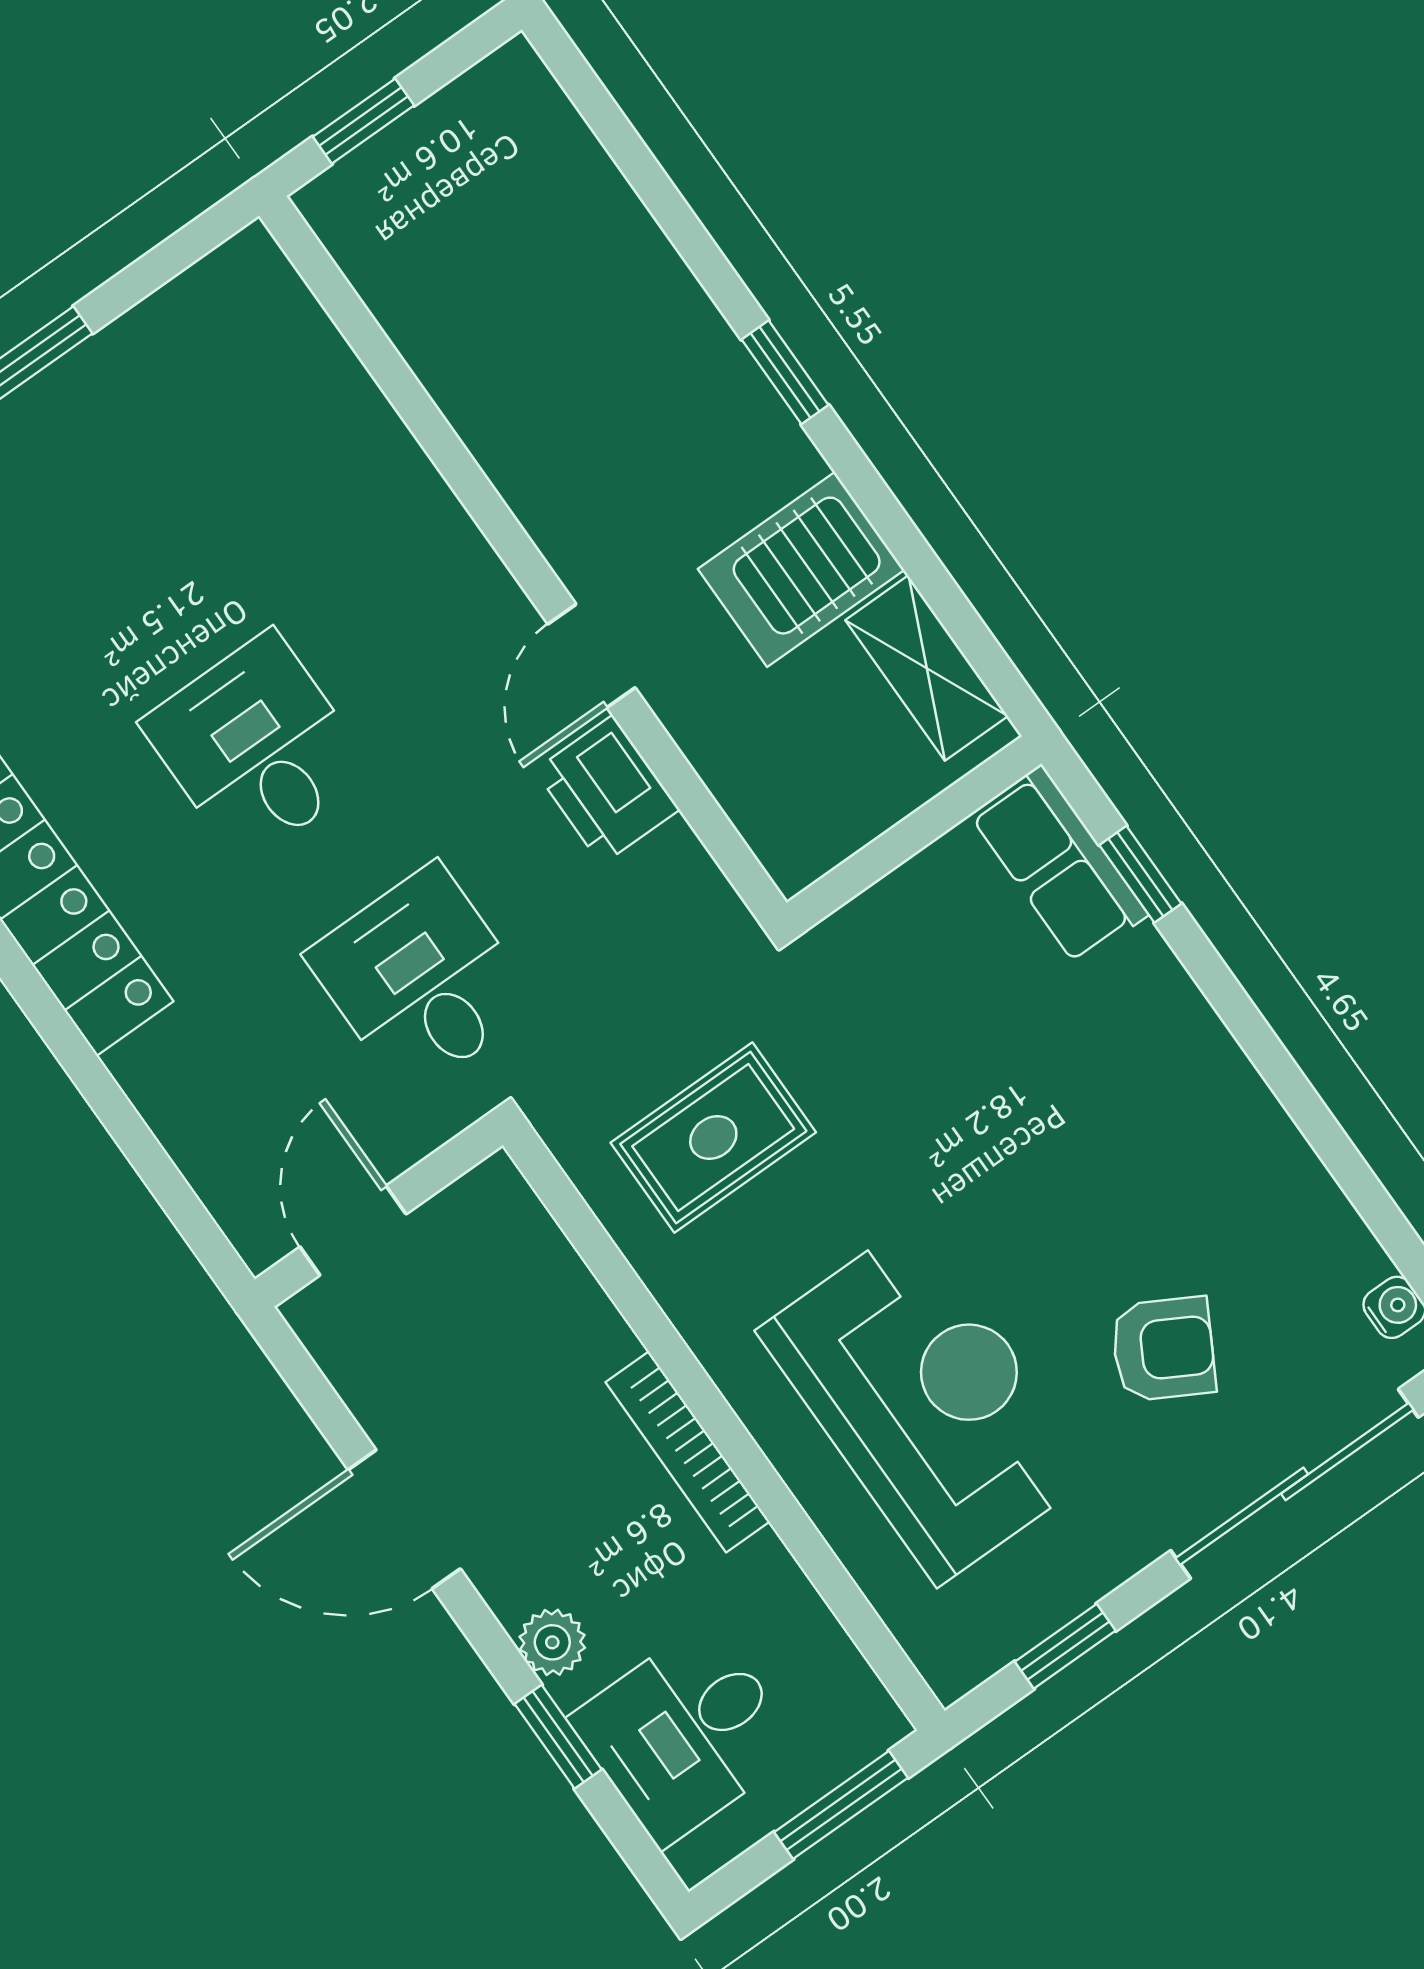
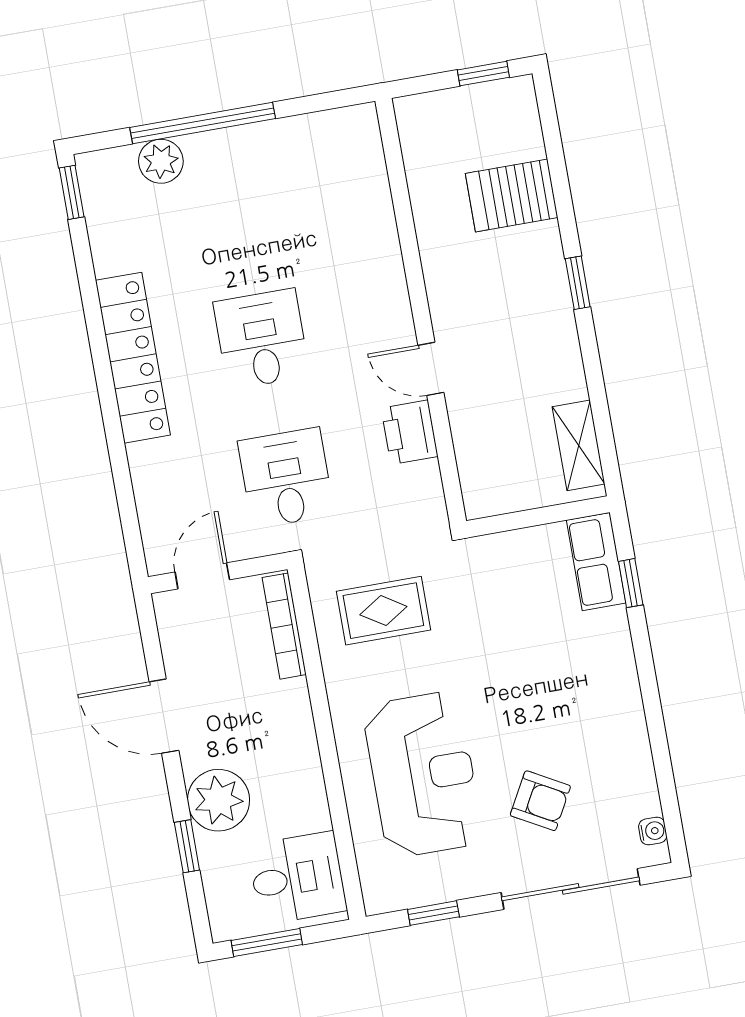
window: (364, 121) -> (483, 74), moved
server rack: (801, 569) -> (512, 195), moved
door: (591, 656) -> (431, 369), hinge flipped
bookcase: (688, 1452) -> (284, 626), moved
plant: (552, 1642) -> (219, 800), width x1.88, depth x1.88
desk: (685, 1734) -> (297, 878), moved, turned 180
window: (841, 1805) -> (267, 942), moved

